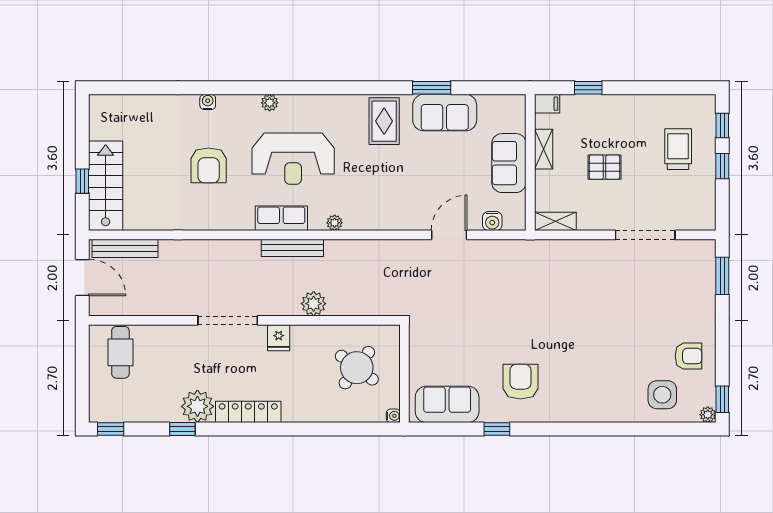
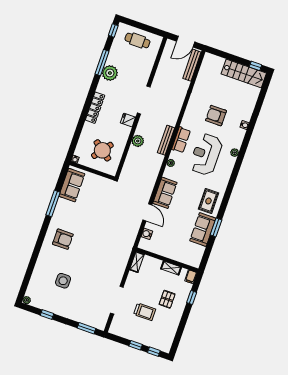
rug: (384, 121) -> (208, 201), turned 90
trolley: (678, 149) -> (145, 312), moved
sofa: (509, 163) -> (165, 193), moved, turned 90
pallet: (604, 167) -> (167, 299), moved
window: (82, 181) -> (255, 66), moved
stairs: (106, 186) -> (244, 74), moved
cafe table: (120, 352) -> (137, 40), moved
armchair: (689, 356) -> (56, 301), removed
armchair: (521, 382) -> (63, 239), moved
side table: (662, 395) -> (63, 281), moved
window: (722, 399) -> (47, 314), moved
locker: (248, 412) -> (95, 108), moved
window: (182, 429) -> (102, 63), width x2.17
window: (497, 429) -> (53, 204), width x2.17

